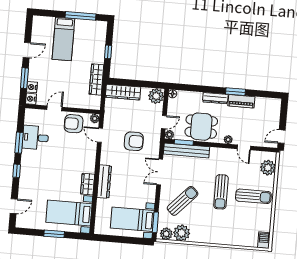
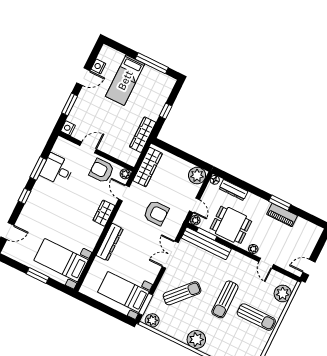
nightstand: (32, 87) -> (98, 66), moved
wardrobe: (123, 92) -> (148, 167), moved, turned -90
dresser: (215, 98) -> (233, 190), moved
door: (164, 122) -> (194, 205), hinge flipped
wardrobe: (88, 184) -> (104, 213), moved
plant: (182, 233) -> (196, 339), moved

